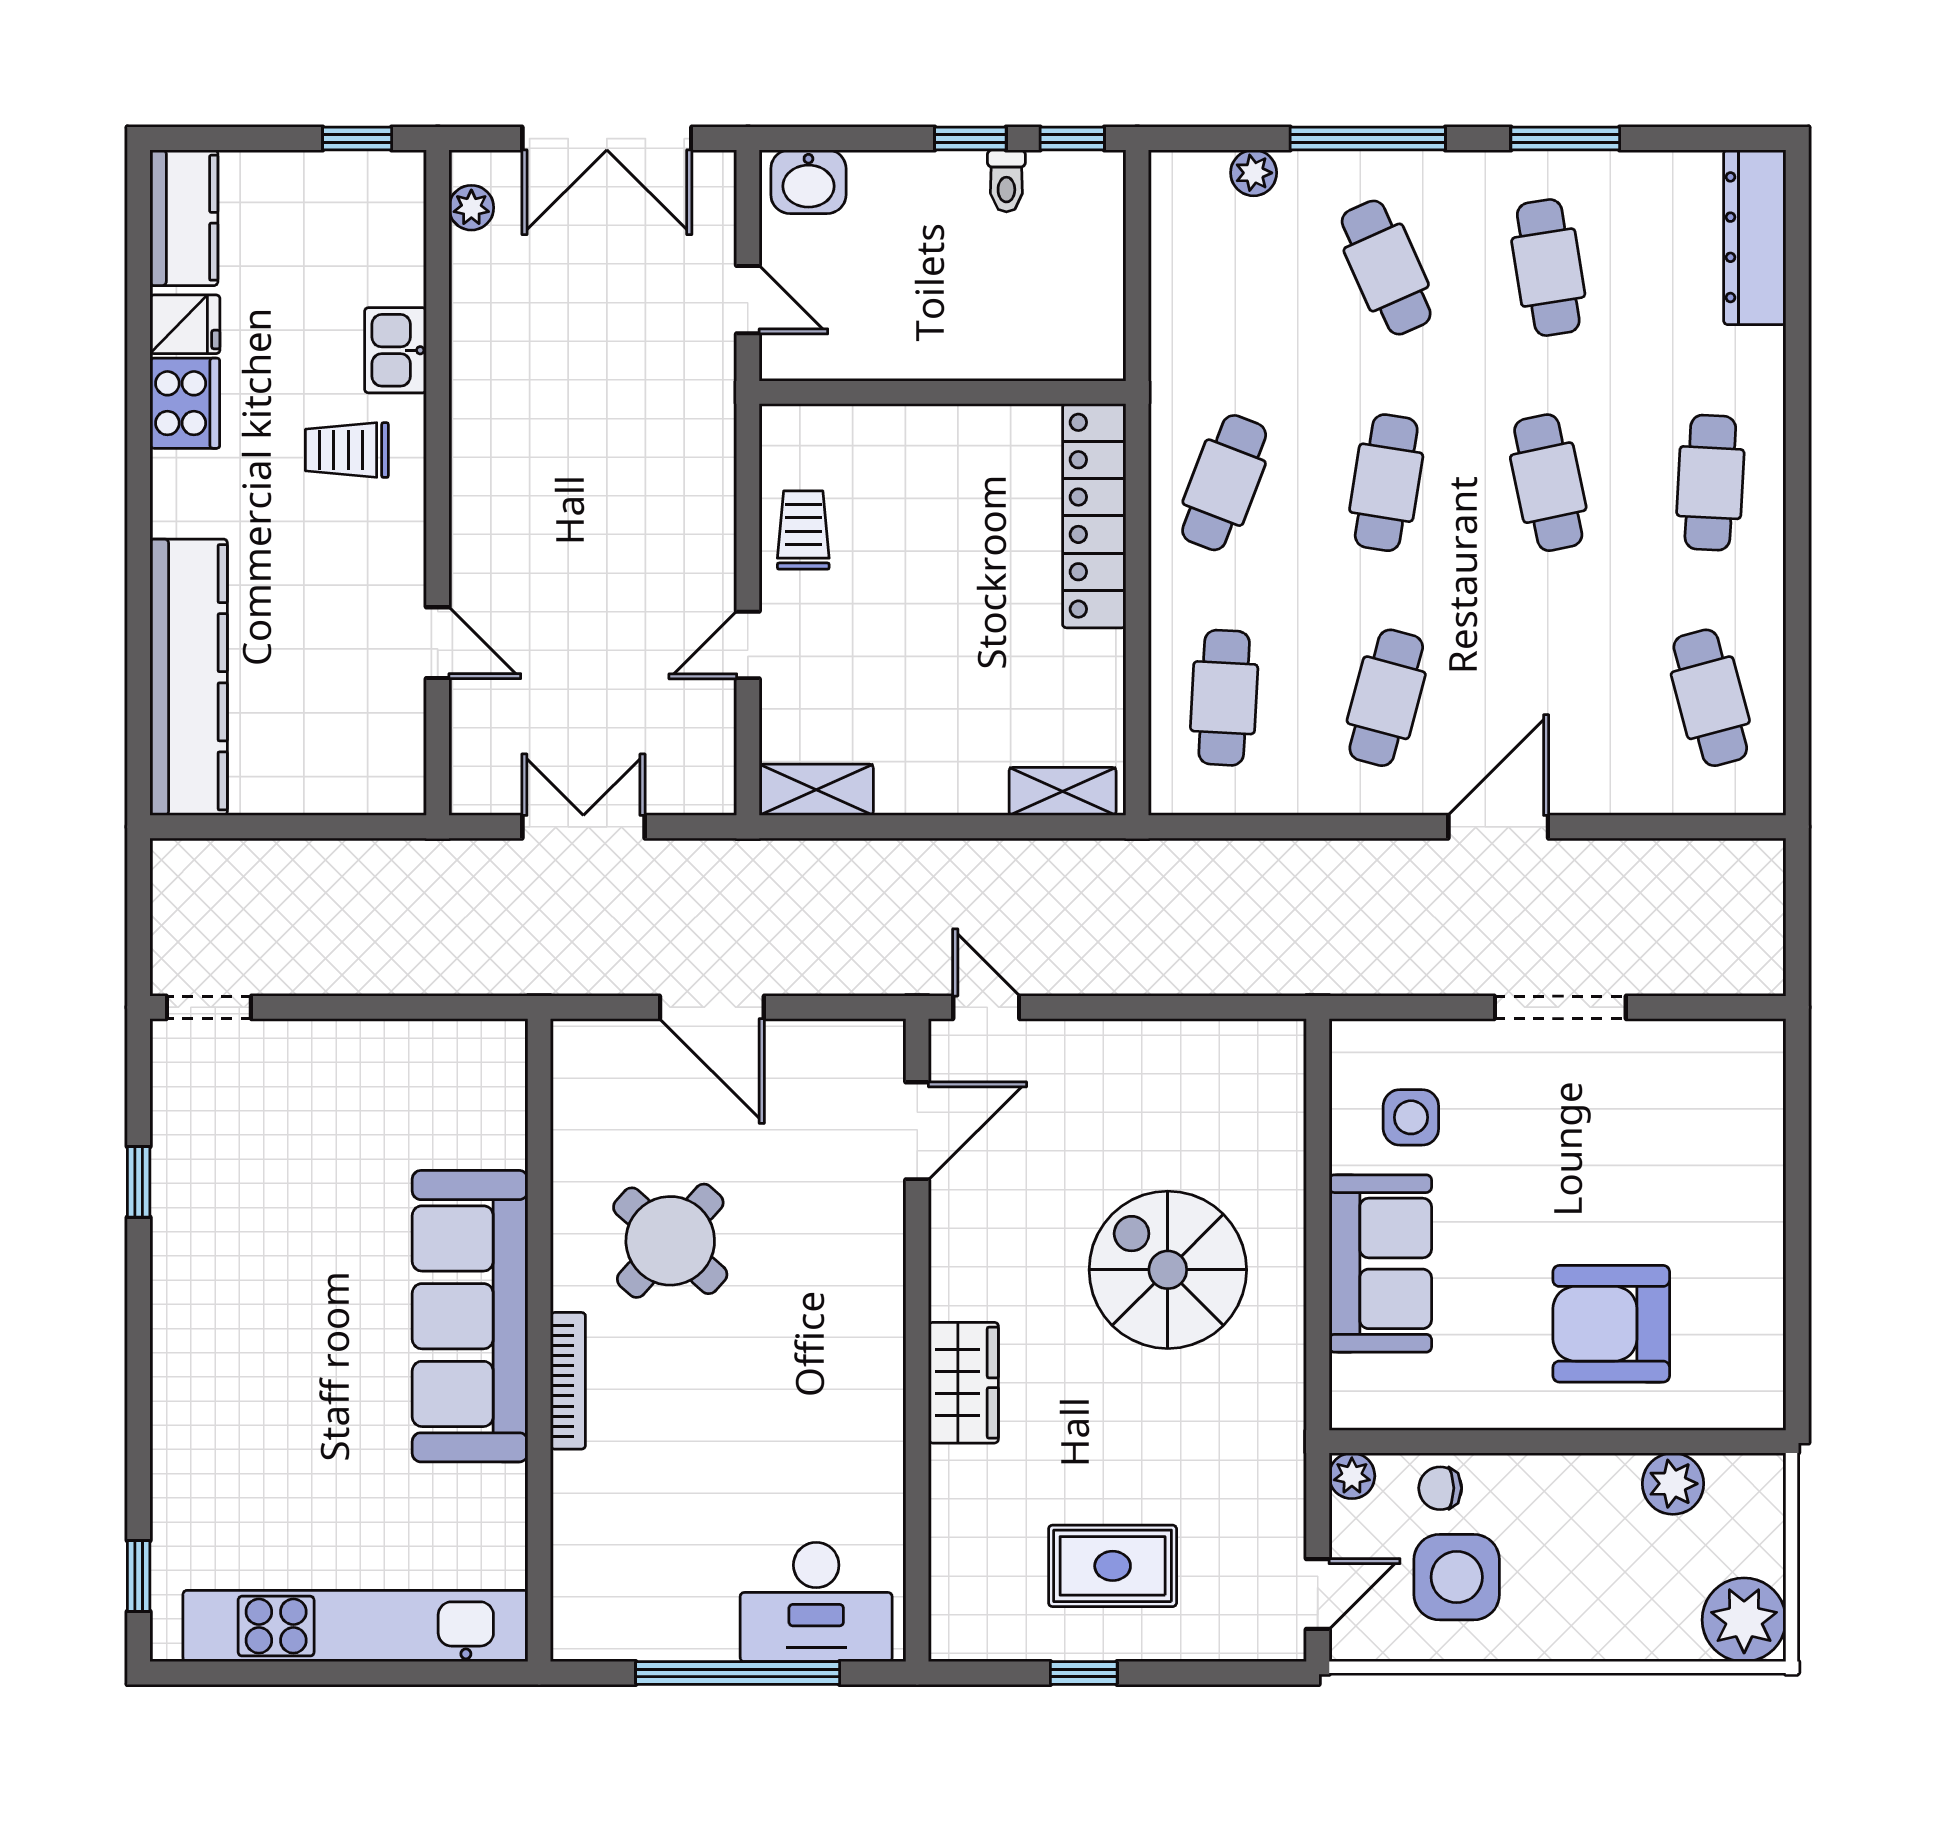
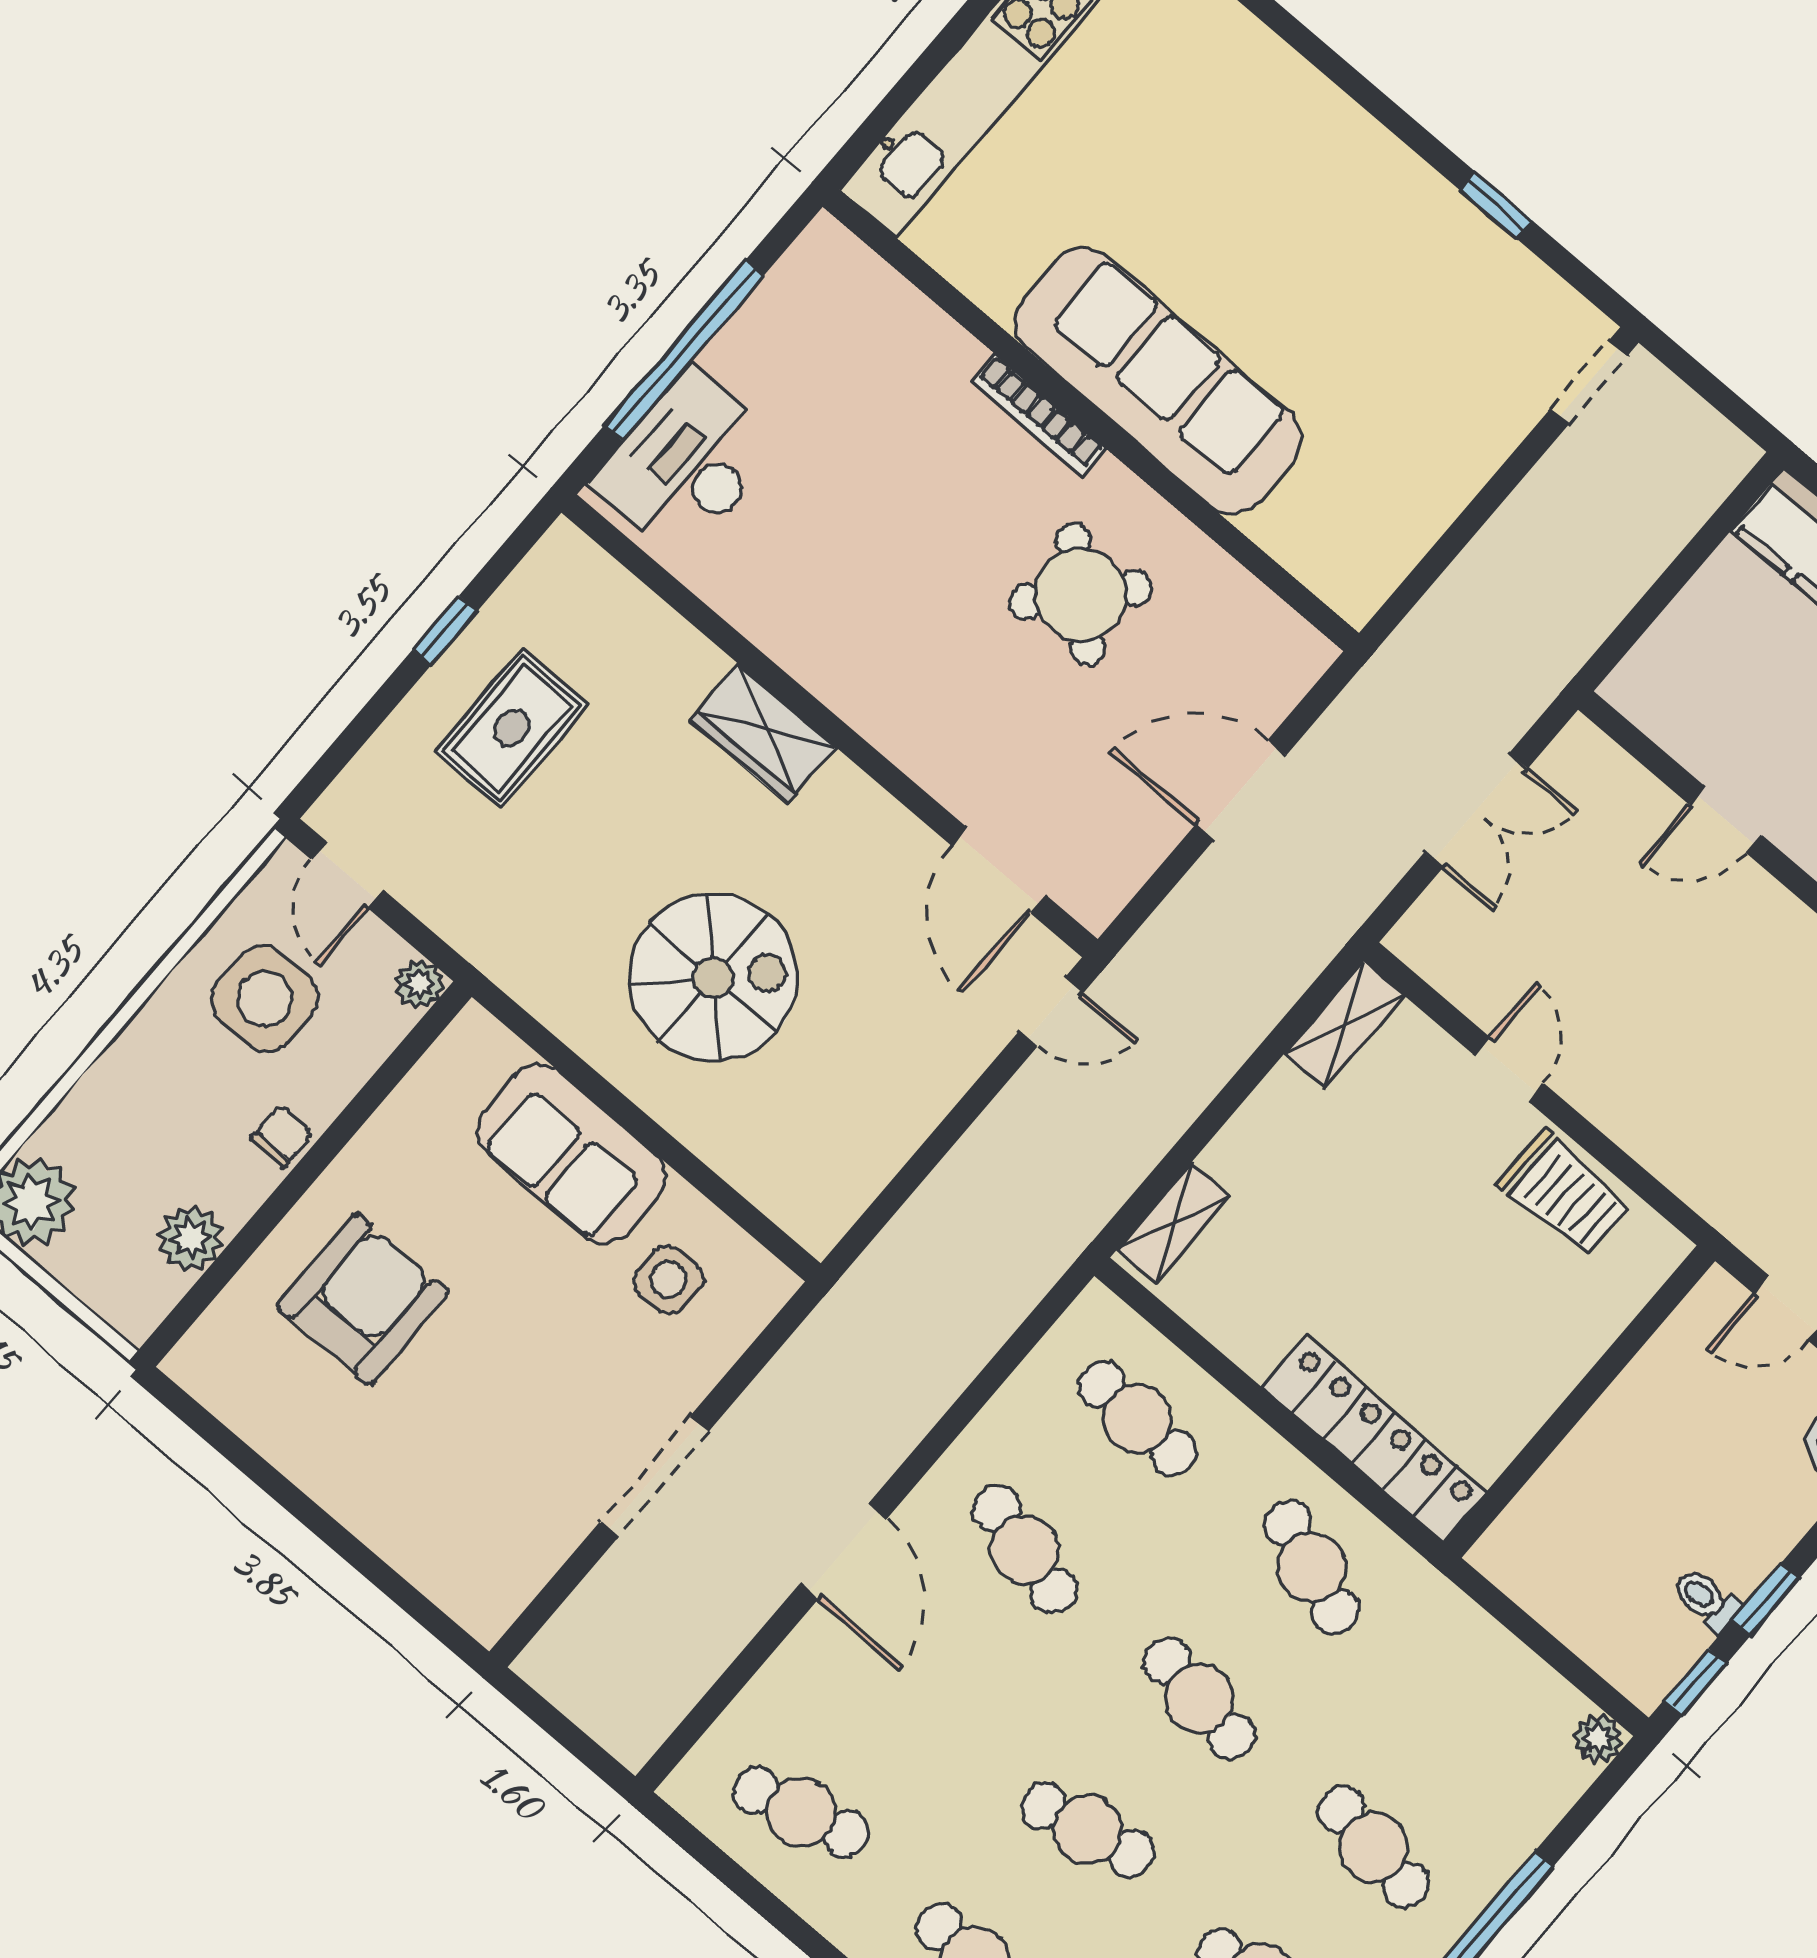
plant: (1254, 173) -> (1599, 1739), moved
cafe table: (1386, 268) -> (1374, 1847), turned 33
trolley: (803, 530) -> (1564, 1194), width x1.36, depth x1.39
chair: (1440, 1488) -> (282, 1136), moved

